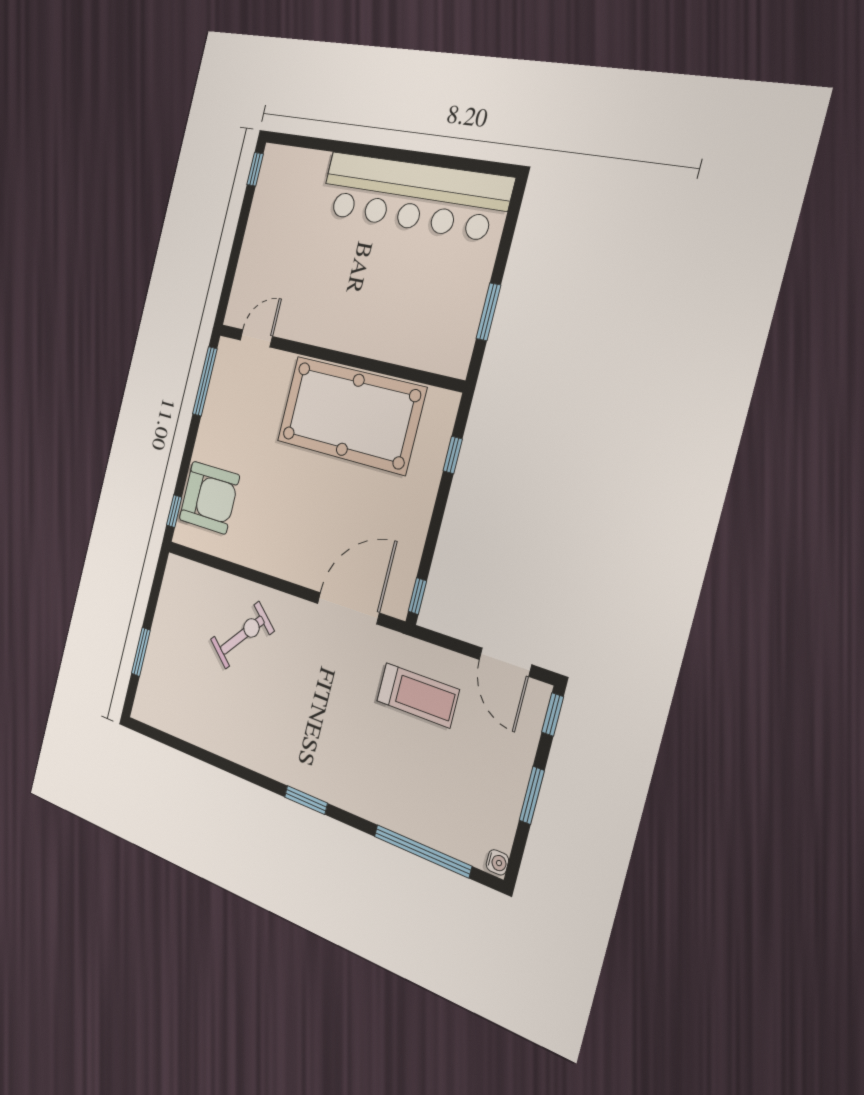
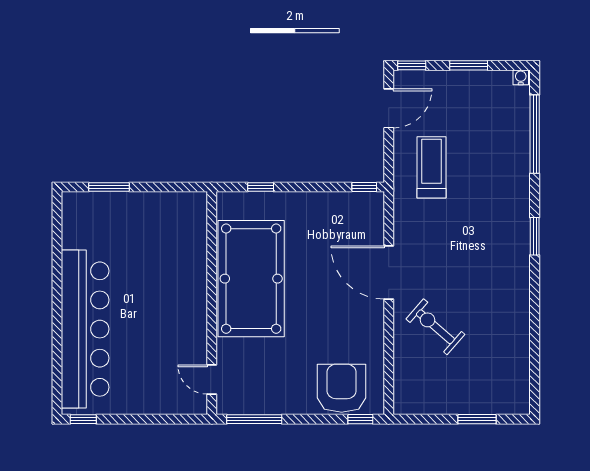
bar counter: (413, 196) -> (85, 329), moved
window: (488, 312) -> (109, 187), moved
door: (348, 608) -> (389, 273), moved

